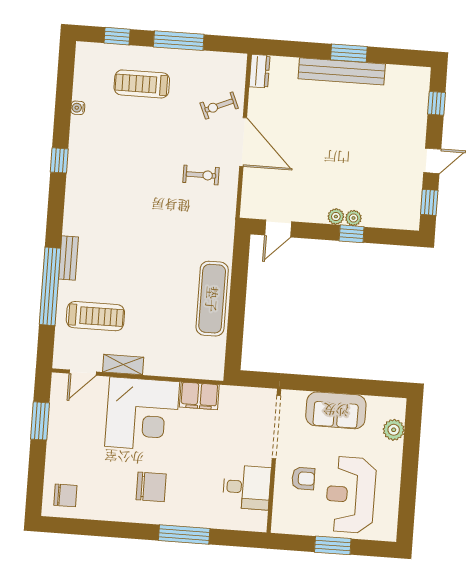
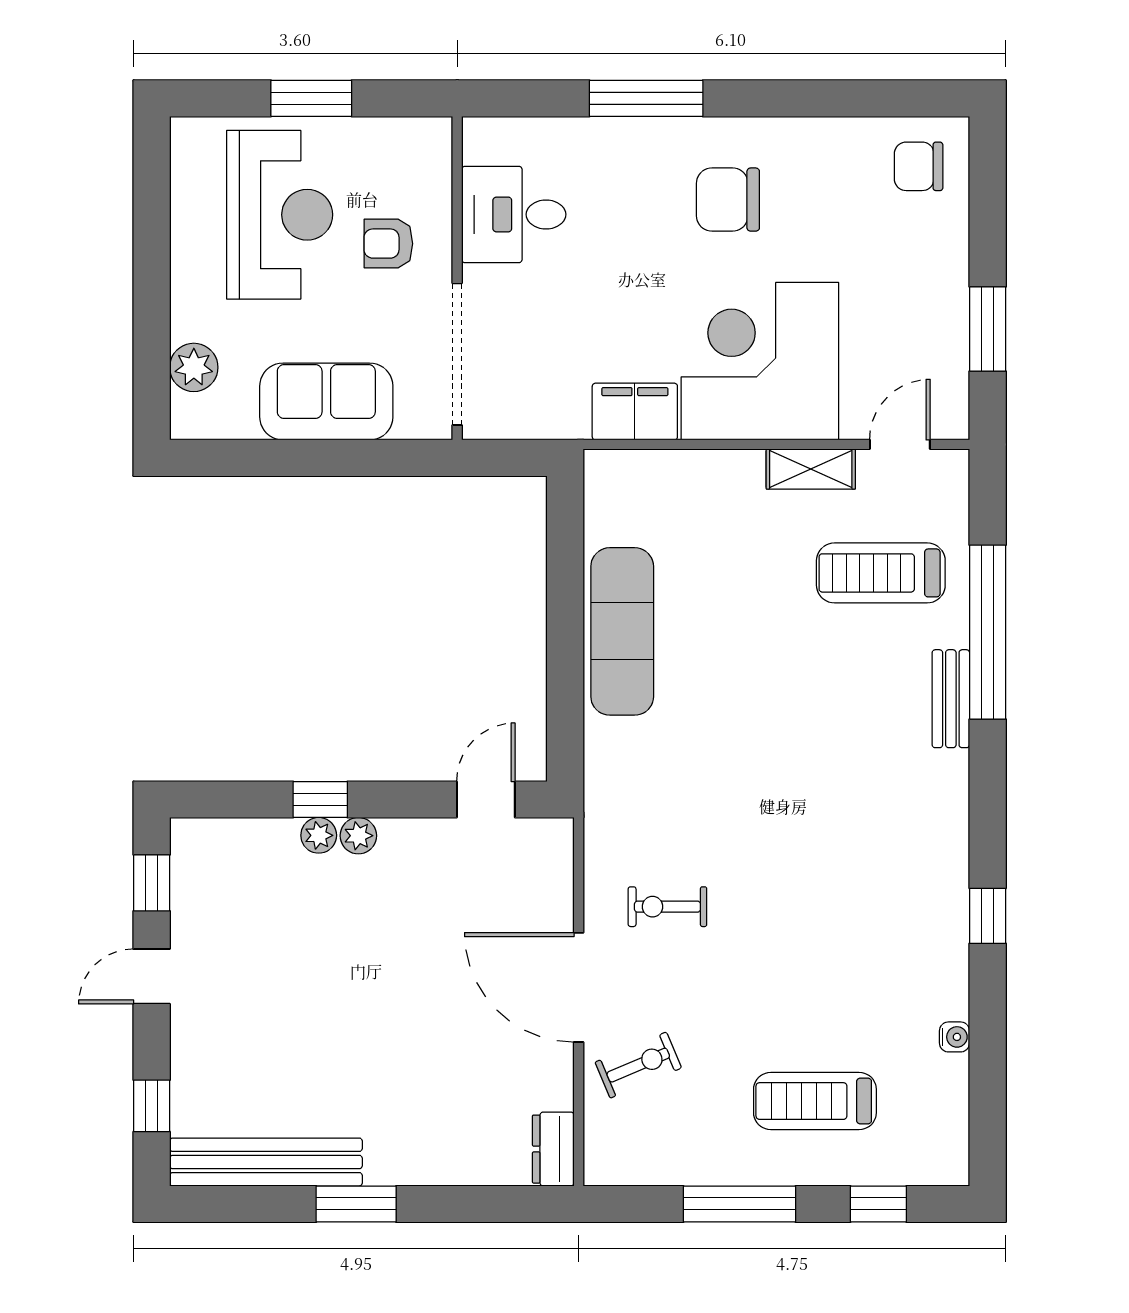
bench: (342, 71) -> (266, 1162), moved
treadmill: (142, 84) -> (815, 1101), turned 180

